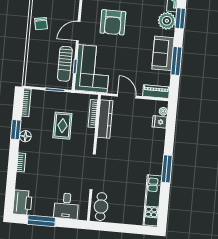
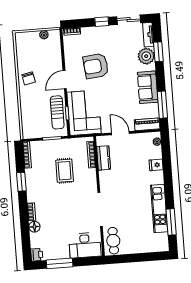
armchair: (113, 22) -> (96, 66), turned 84
window: (176, 61) -> (162, 105), moved
kitchen counter: (105, 119) -> (103, 158), width x0.67
fridge: (160, 122) -> (156, 165), moved
floor lamp: (25, 136) -> (34, 227), moved
window: (167, 169) -> (171, 222), moved
kitchen unit: (152, 200) -> (159, 208), moved
printer: (22, 203) -> (37, 255), width x0.53, depth x0.68
desk: (66, 206) -> (85, 245), width x1.37

